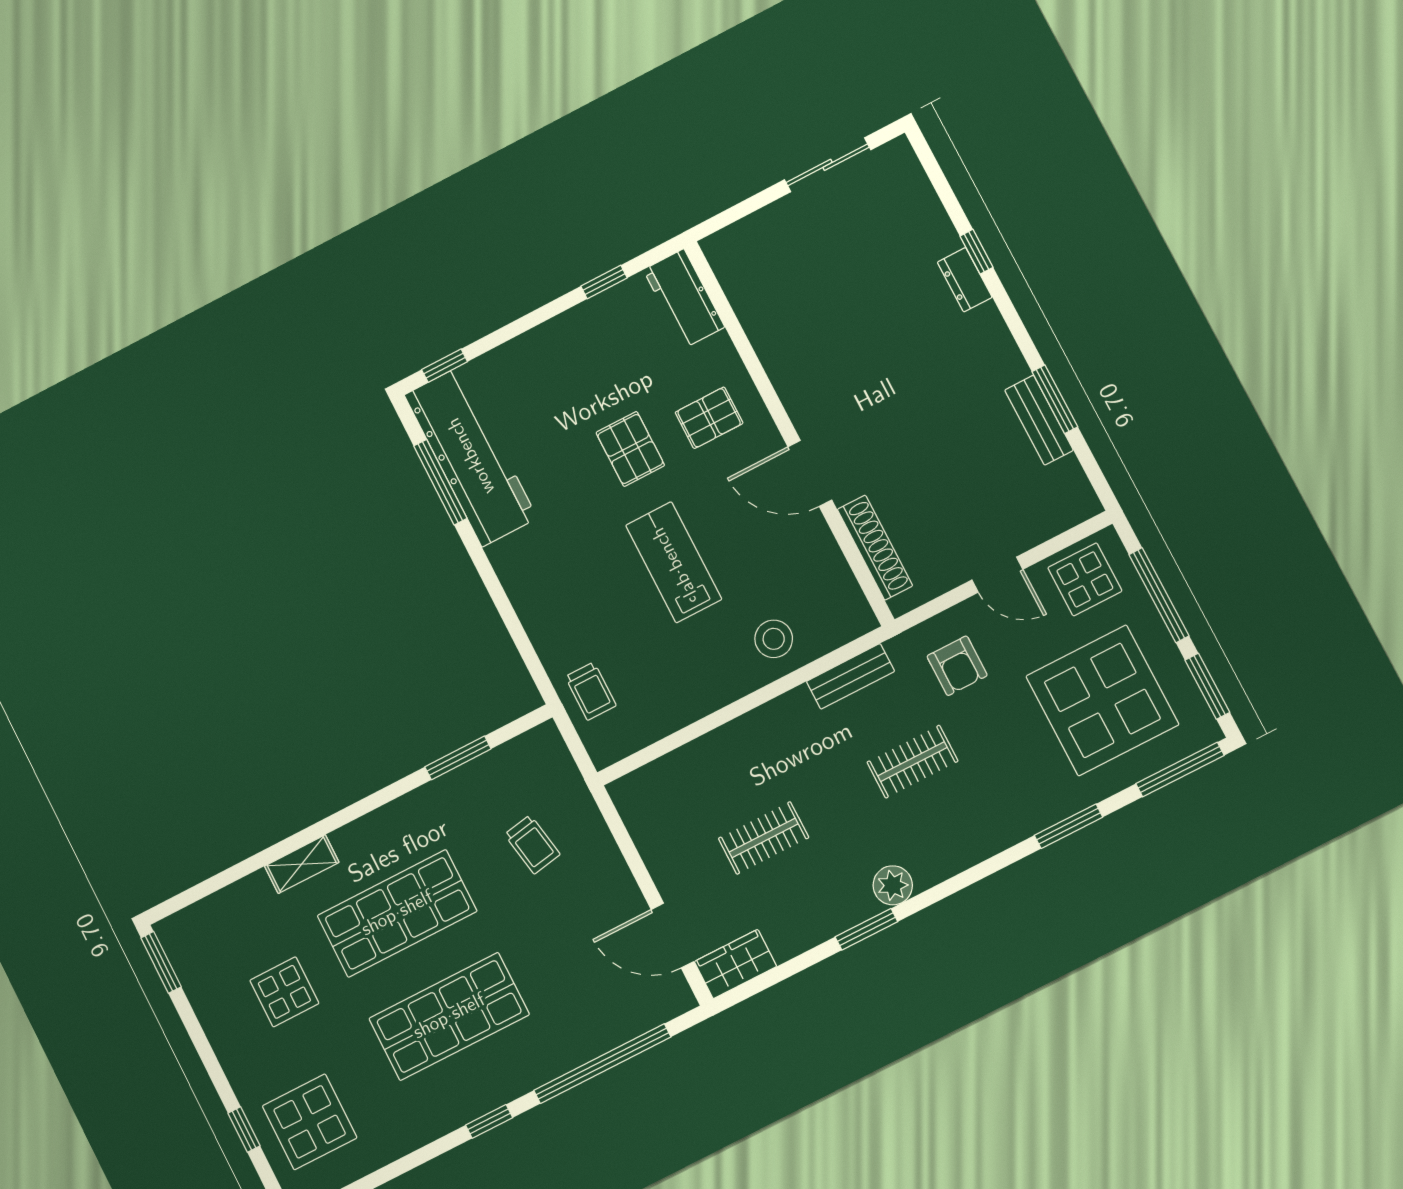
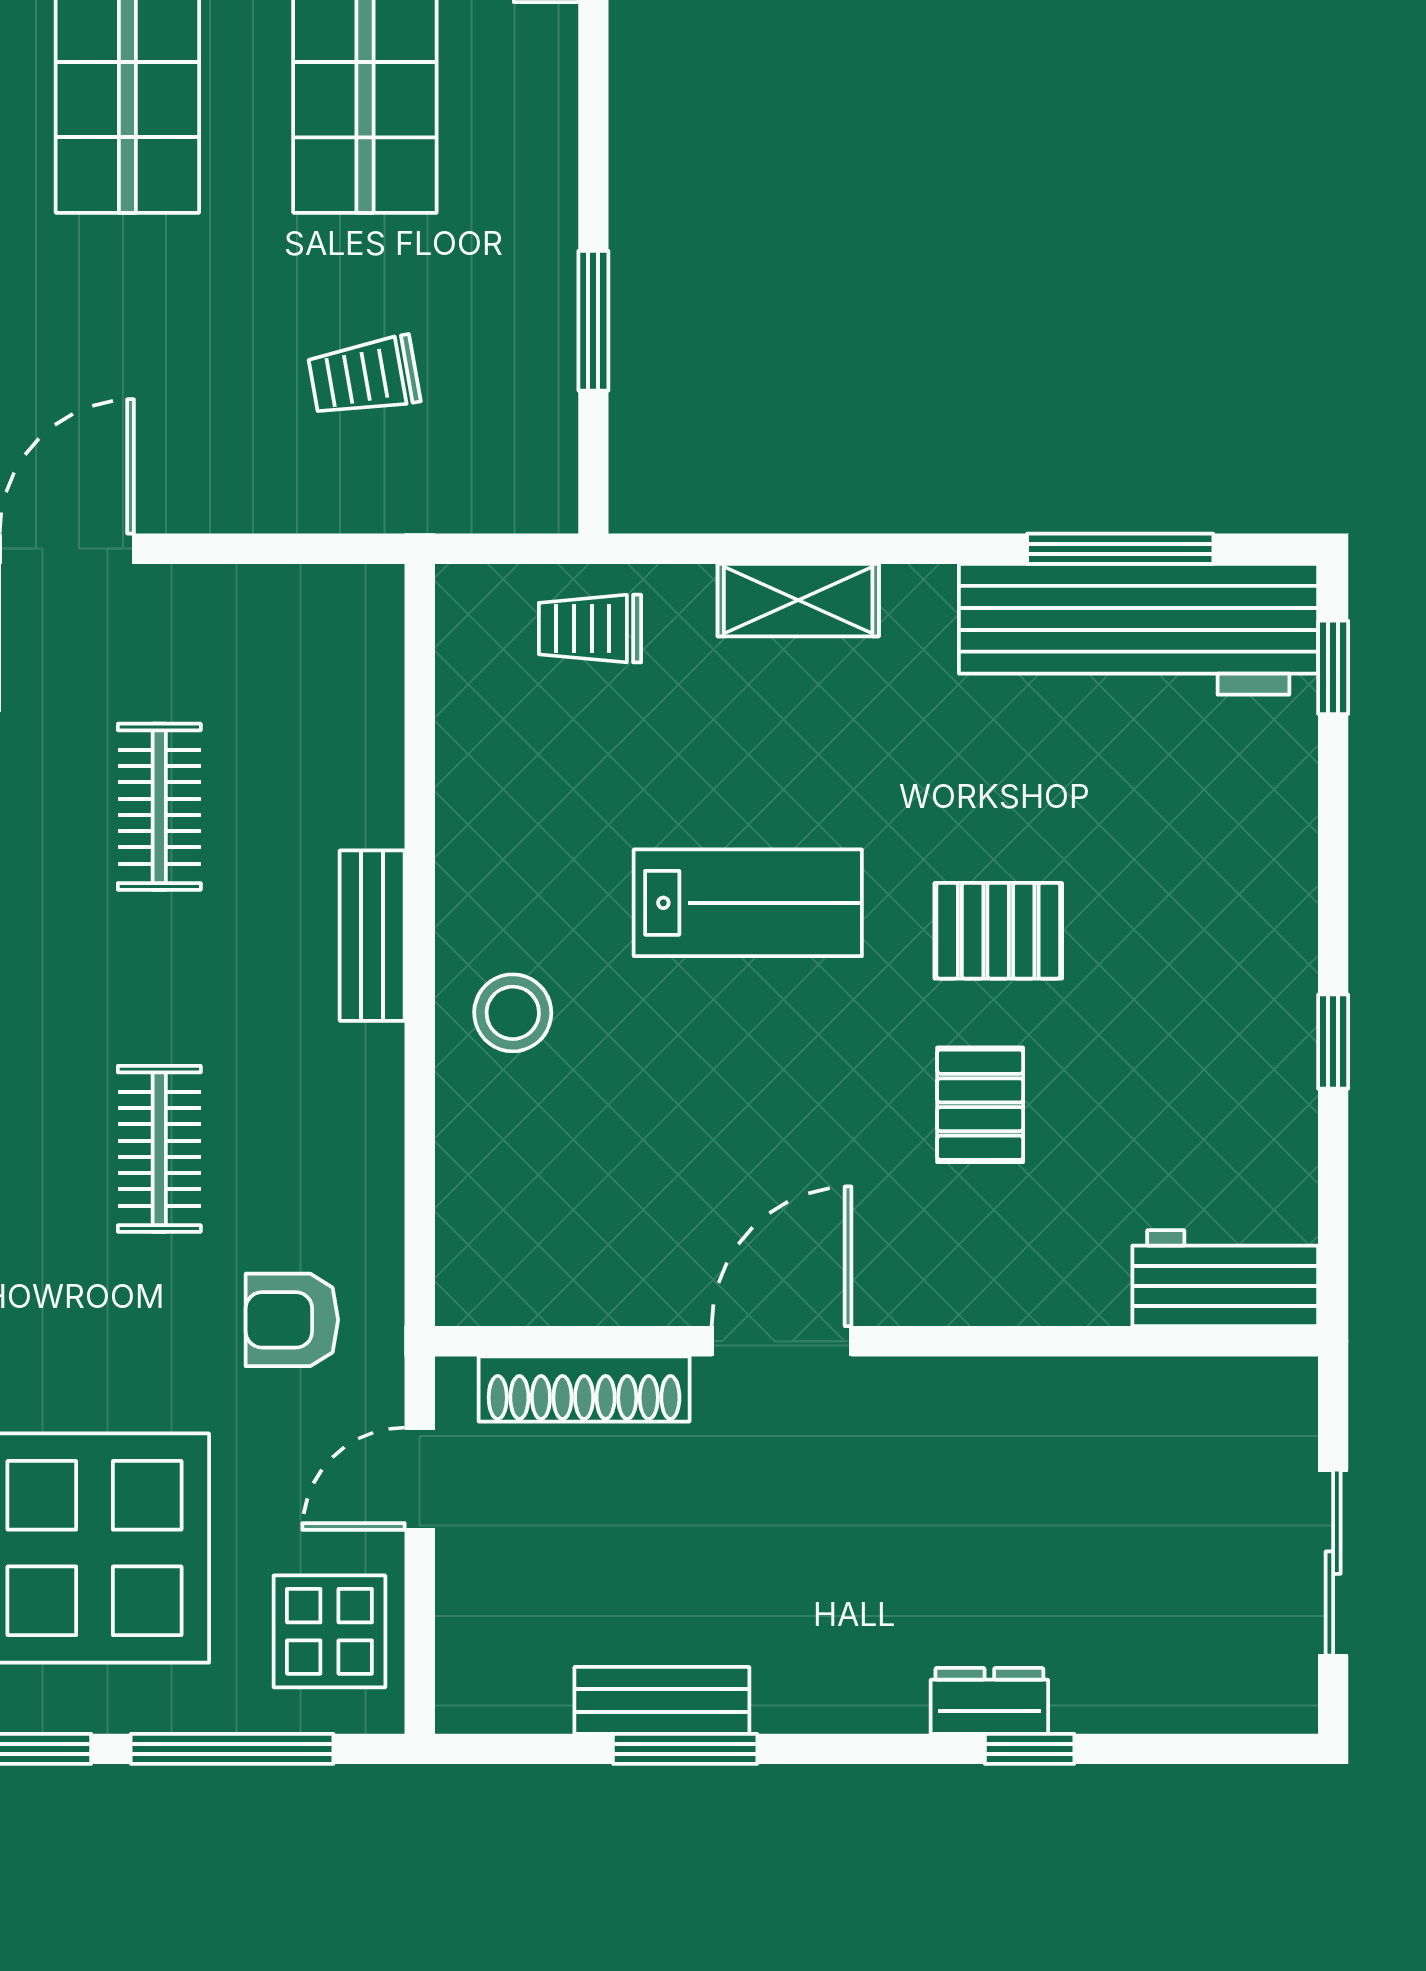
workbench: (684, 298) -> (1225, 1278), moved
wall: (789, 433) -> (876, 1341), moved
door: (810, 473) -> (782, 1341), moved
shoe rack: (875, 548) -> (584, 1389), moved
shelving: (533, 608) -> (798, 600), added
bench: (850, 676) -> (372, 936), moved

